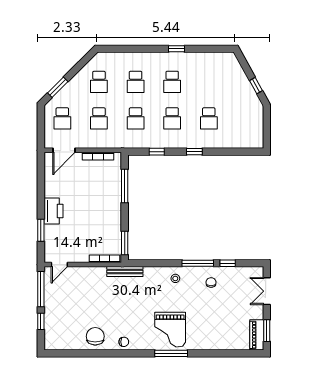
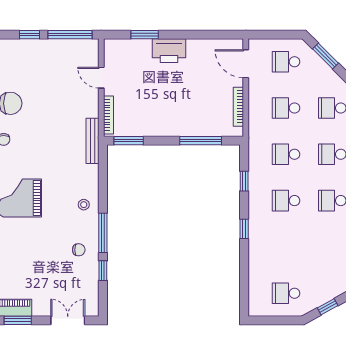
school desk: (209, 118) -> (286, 293), moved
door: (59, 265) -> (101, 78), moved

